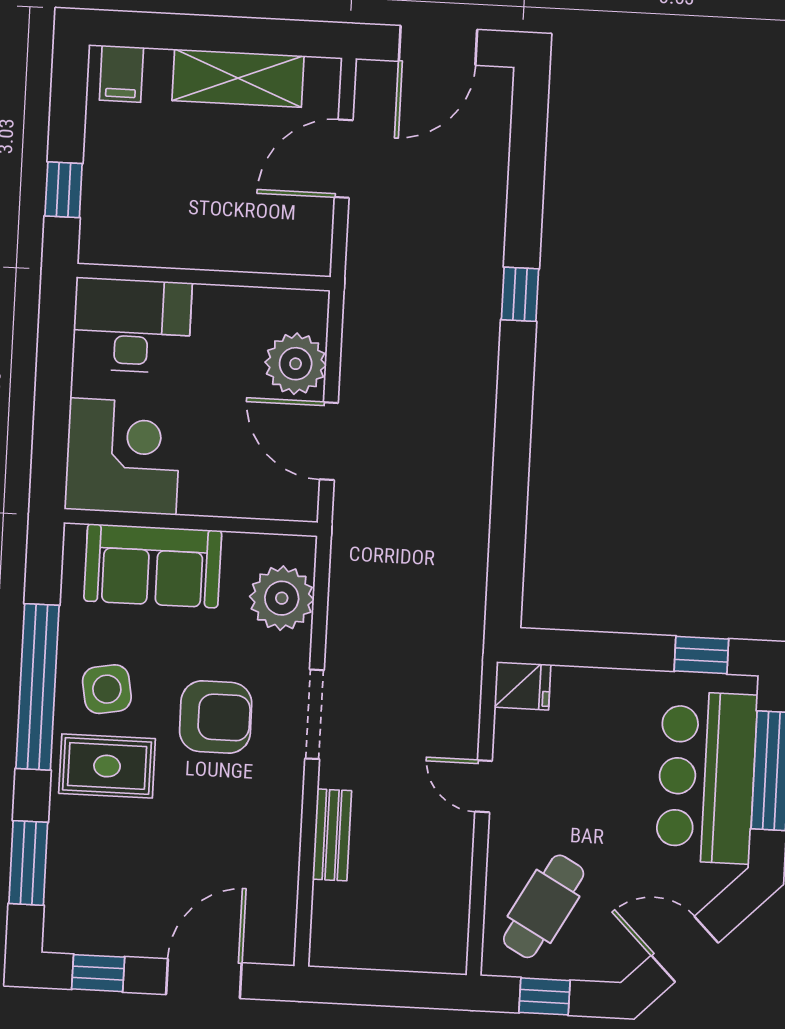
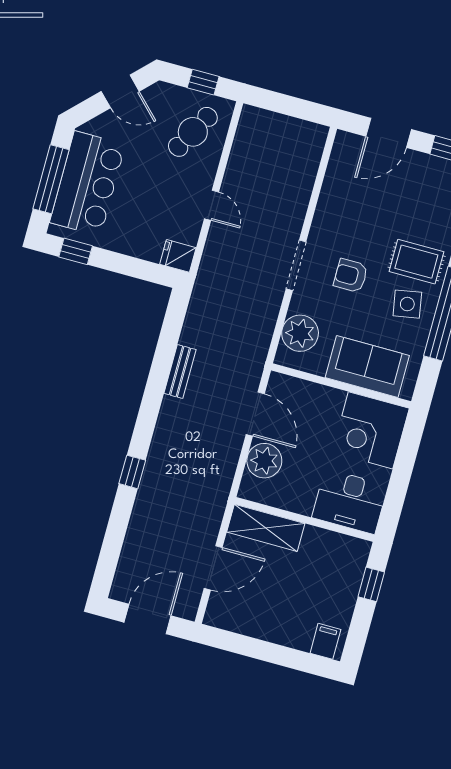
shelving: (238, 78) -> (266, 528), moved
armchair: (216, 717) -> (351, 276), width x0.72, depth x0.72
bench: (332, 835) -> (180, 371), moved

